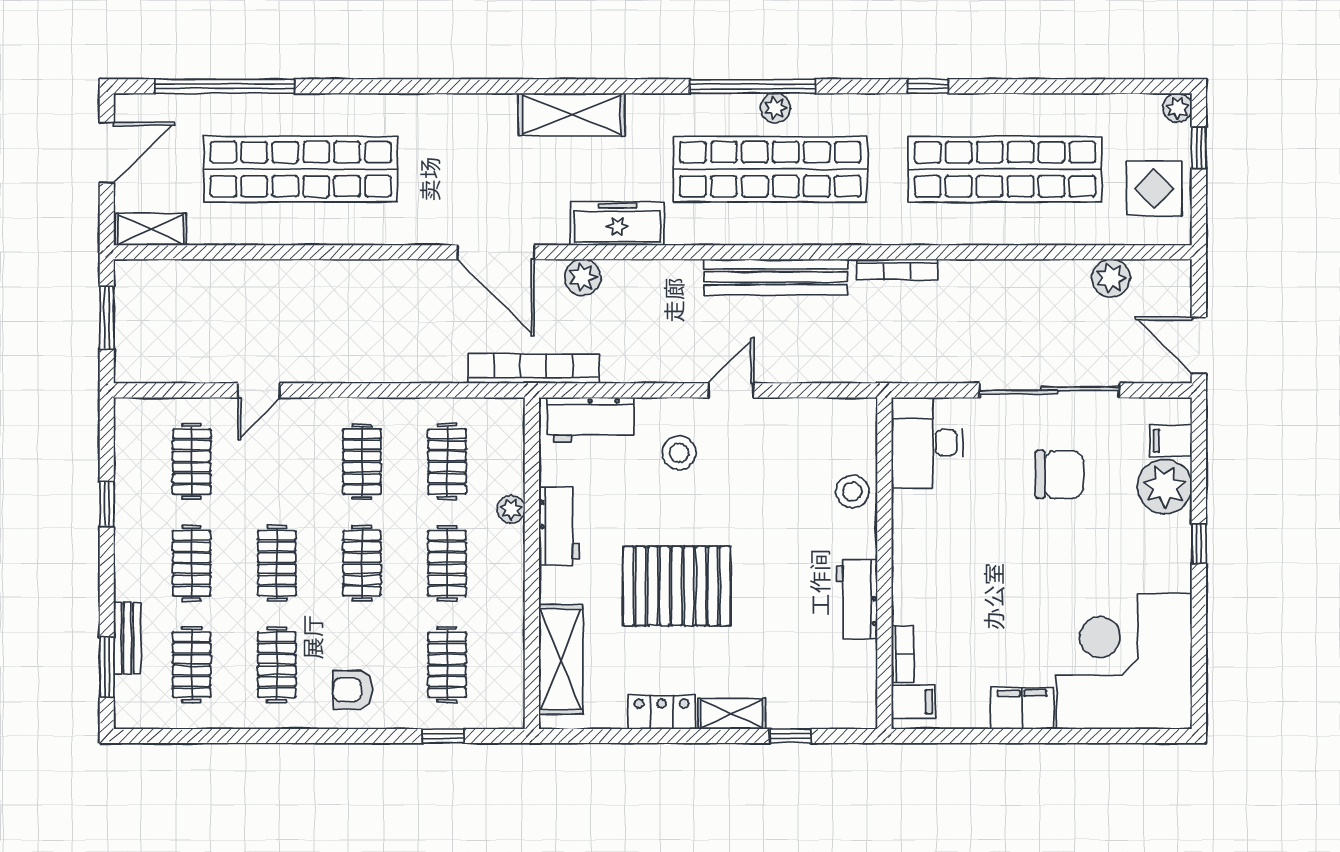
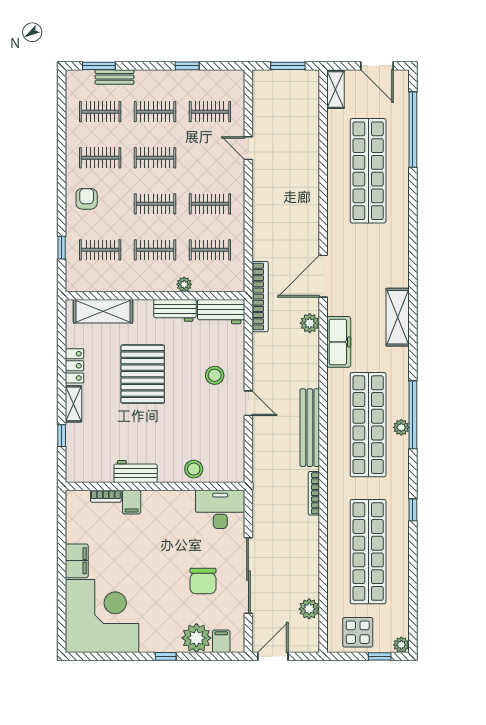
workbench: (590, 420) -> (221, 312), moved, turned -90
filing cabinet: (913, 702) -> (132, 502), moved

